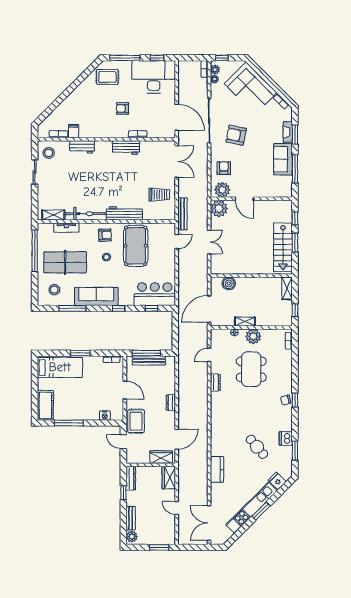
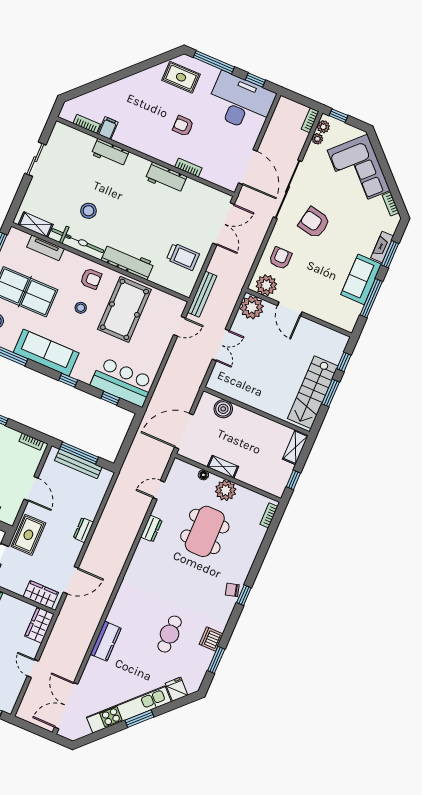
stool: (49, 153) -> (88, 211), moved
cafe table: (257, 447) -> (170, 634), turned 40

